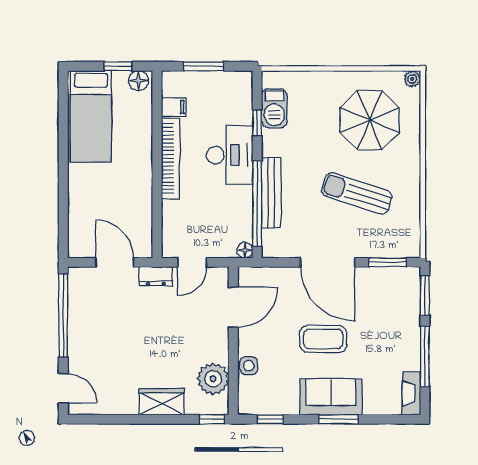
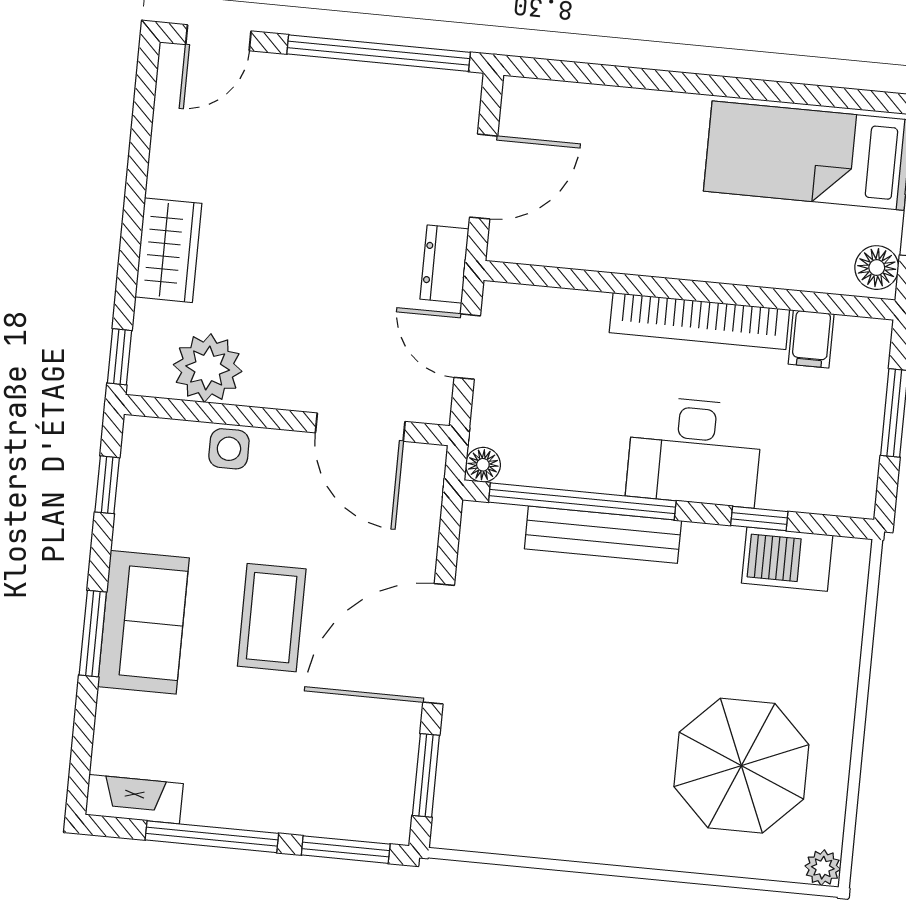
sun lounger: (357, 193) -> (583, 722), removed

